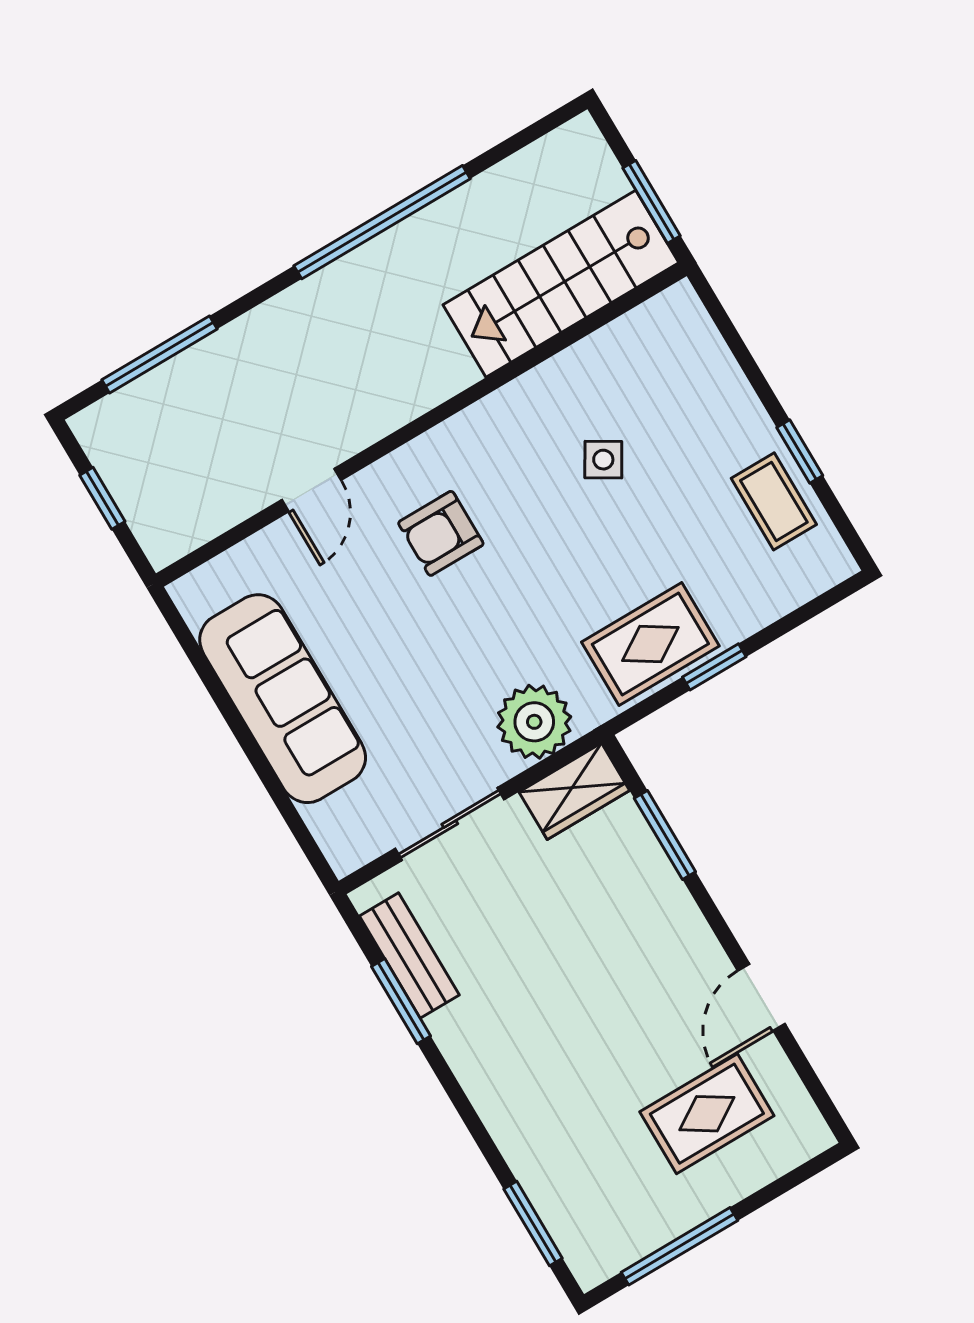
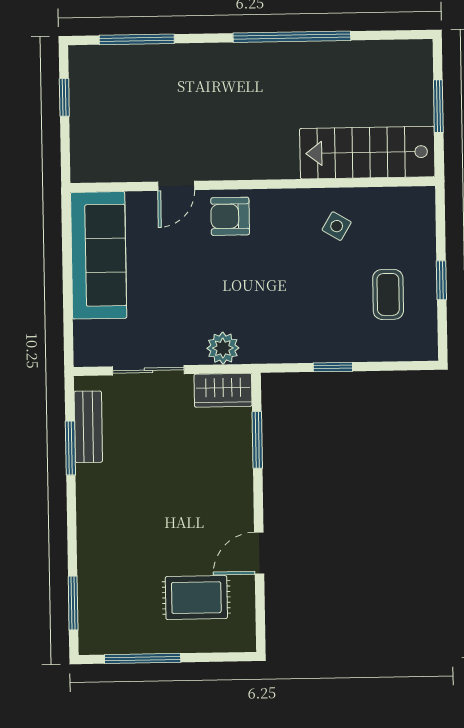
stairs: (561, 284) -> (367, 153), moved
wall: (421, 425) -> (253, 185), moved
door: (311, 490) -> (176, 186), moved
coffee table: (774, 501) -> (388, 294), moved
rug: (650, 644) -> (306, 336), removed
plant: (534, 722) -> (223, 348), width x0.73, depth x0.73

